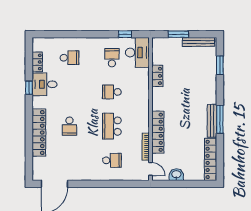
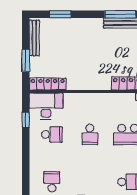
school desk: (112, 58) -> (52, 134), turned 180
locker: (157, 76) -> (48, 84), moved, width x1.53

